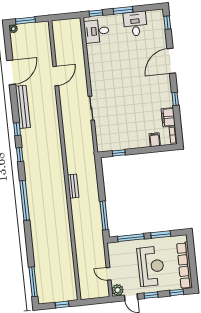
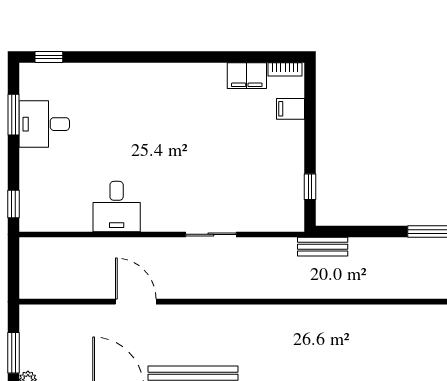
window: (123, 10) -> (13, 115), moved
desk: (97, 31) -> (117, 206), moved
door: (171, 61) -> (130, 57), removed
window: (175, 99) -> (210, 57), removed
bench: (73, 186) -> (323, 247), moved

